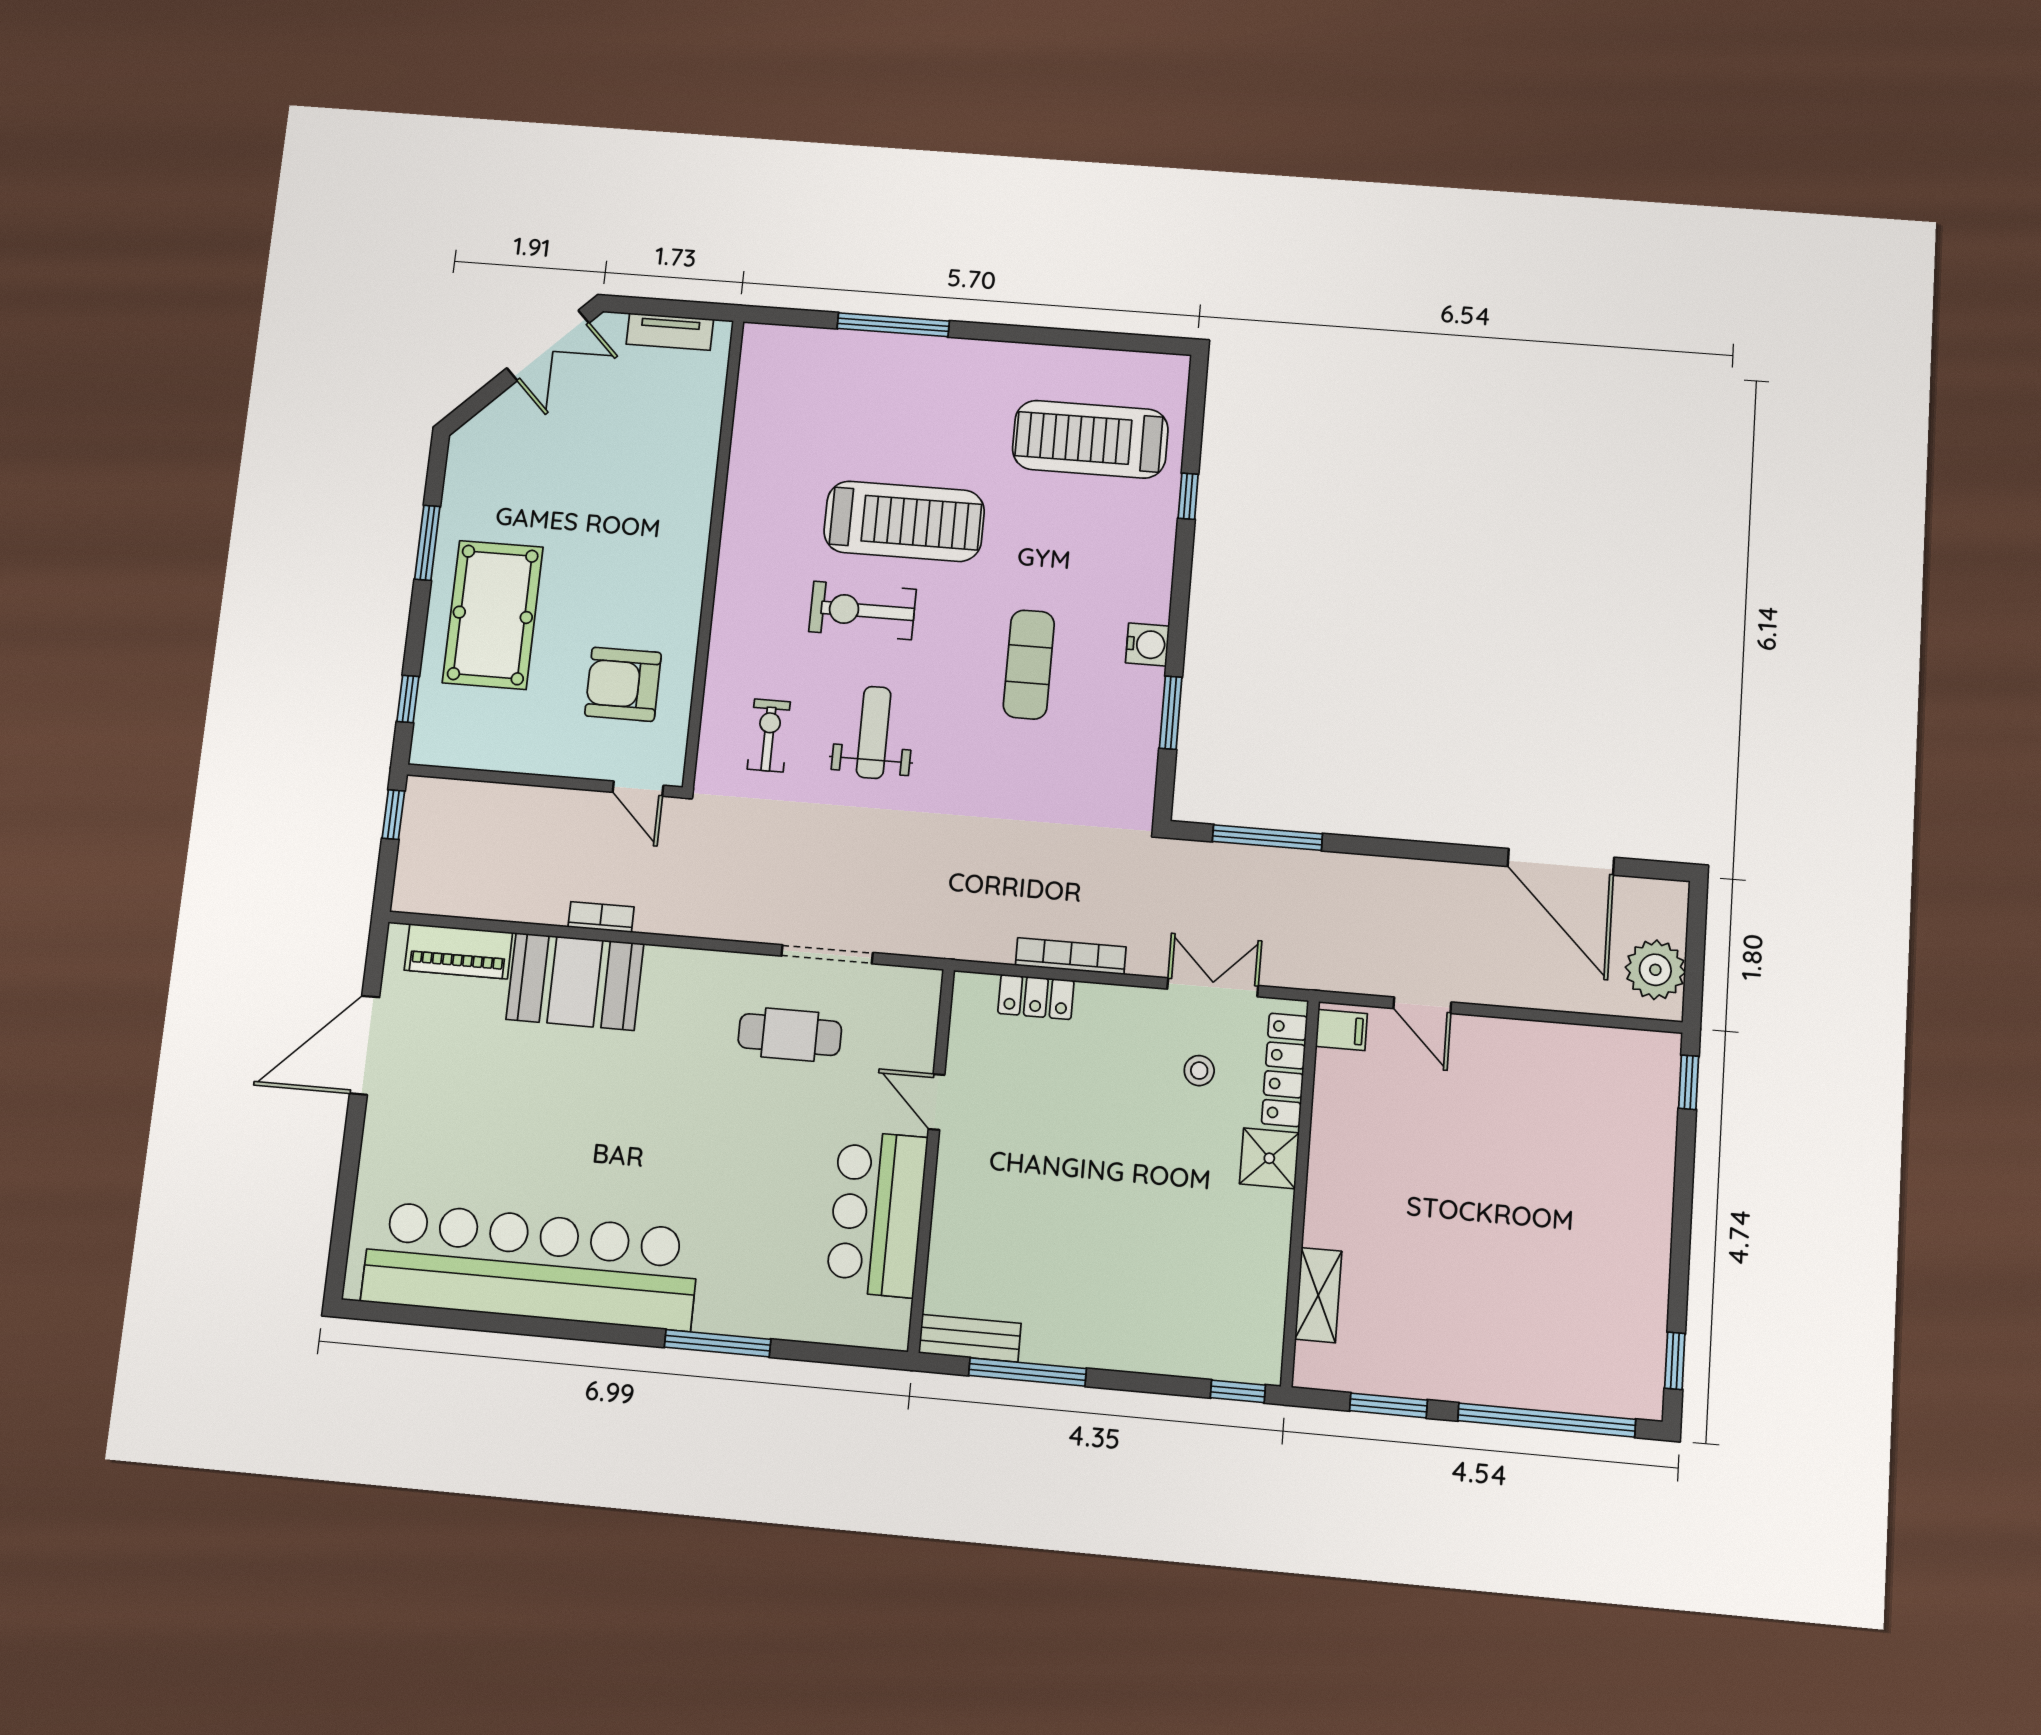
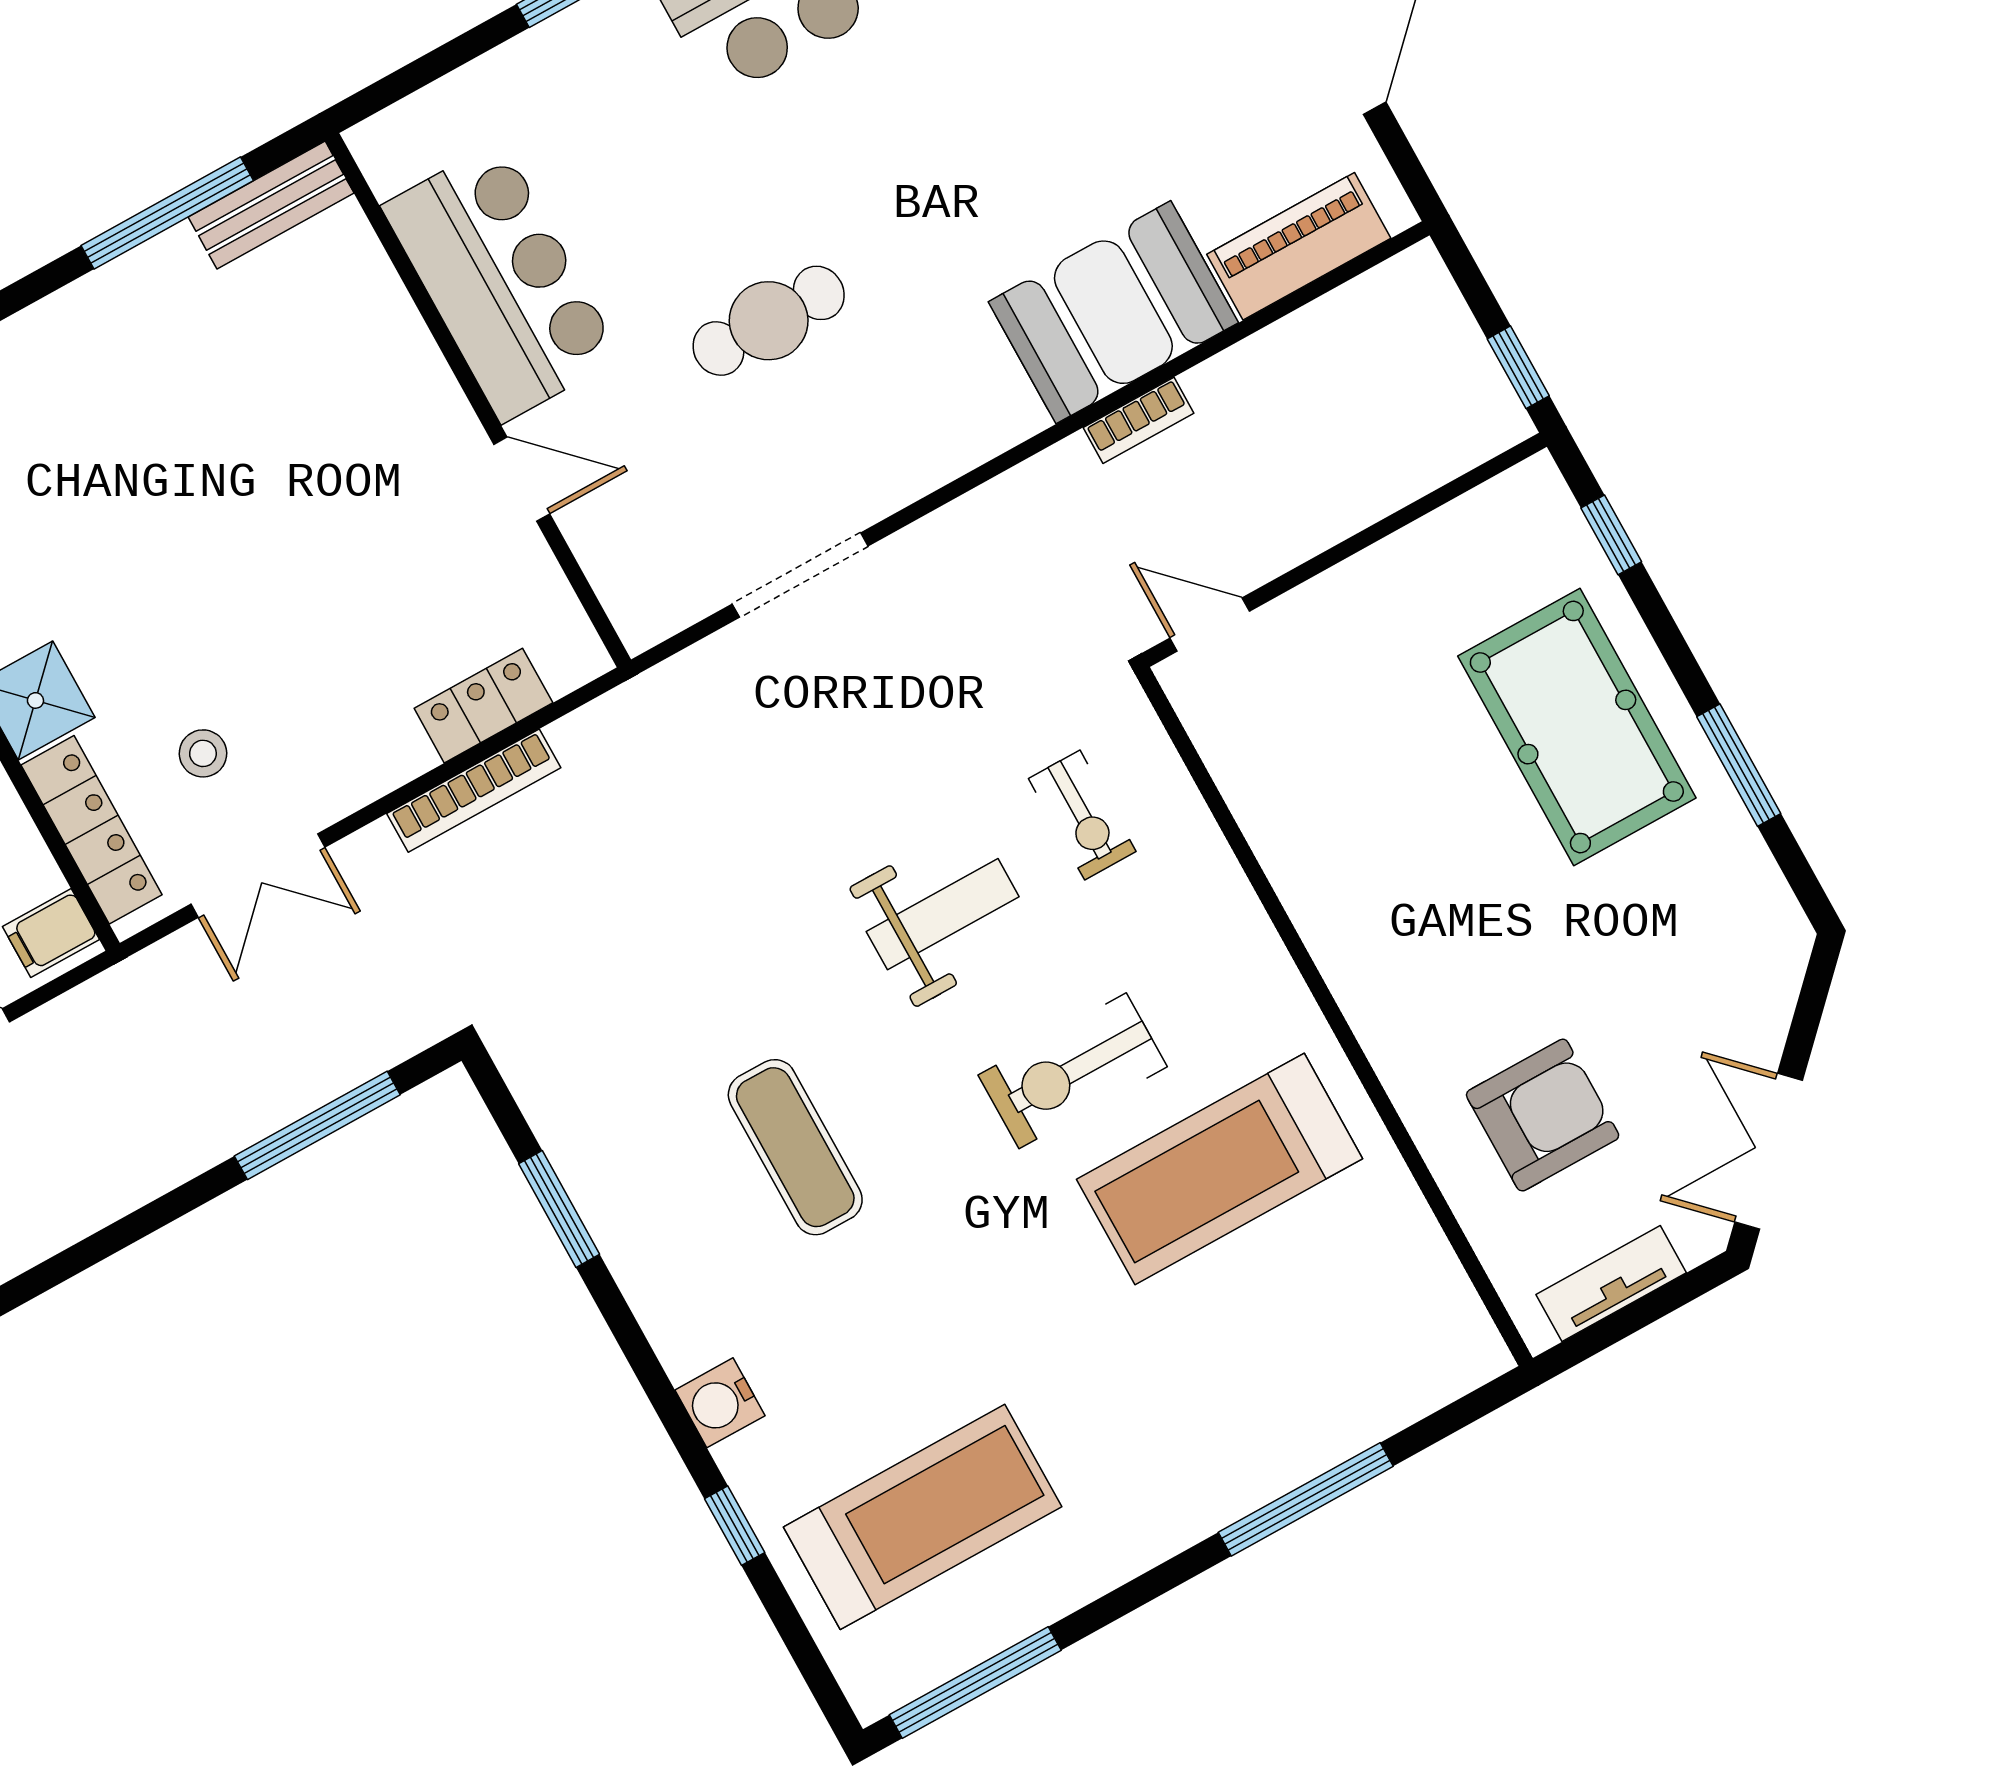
window: (1119, 342) -> (975, 1682), added
treadmill: (904, 521) -> (1220, 1169), moved
exercise bike: (863, 610) -> (1073, 1071), turned 180
water cooler: (1147, 644) -> (720, 1403), moved
armchair: (623, 684) -> (1543, 1115), moved
weight bench: (874, 732) -> (943, 914), turned -90
cafe table: (790, 1035) -> (769, 321), moved

